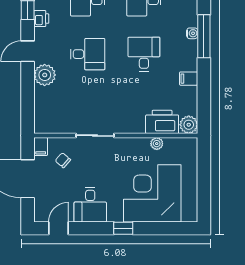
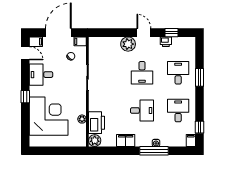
filing cabinet: (189, 79) -> (126, 141), width x2.00
filing cabinet: (41, 212) -> (36, 42), added

